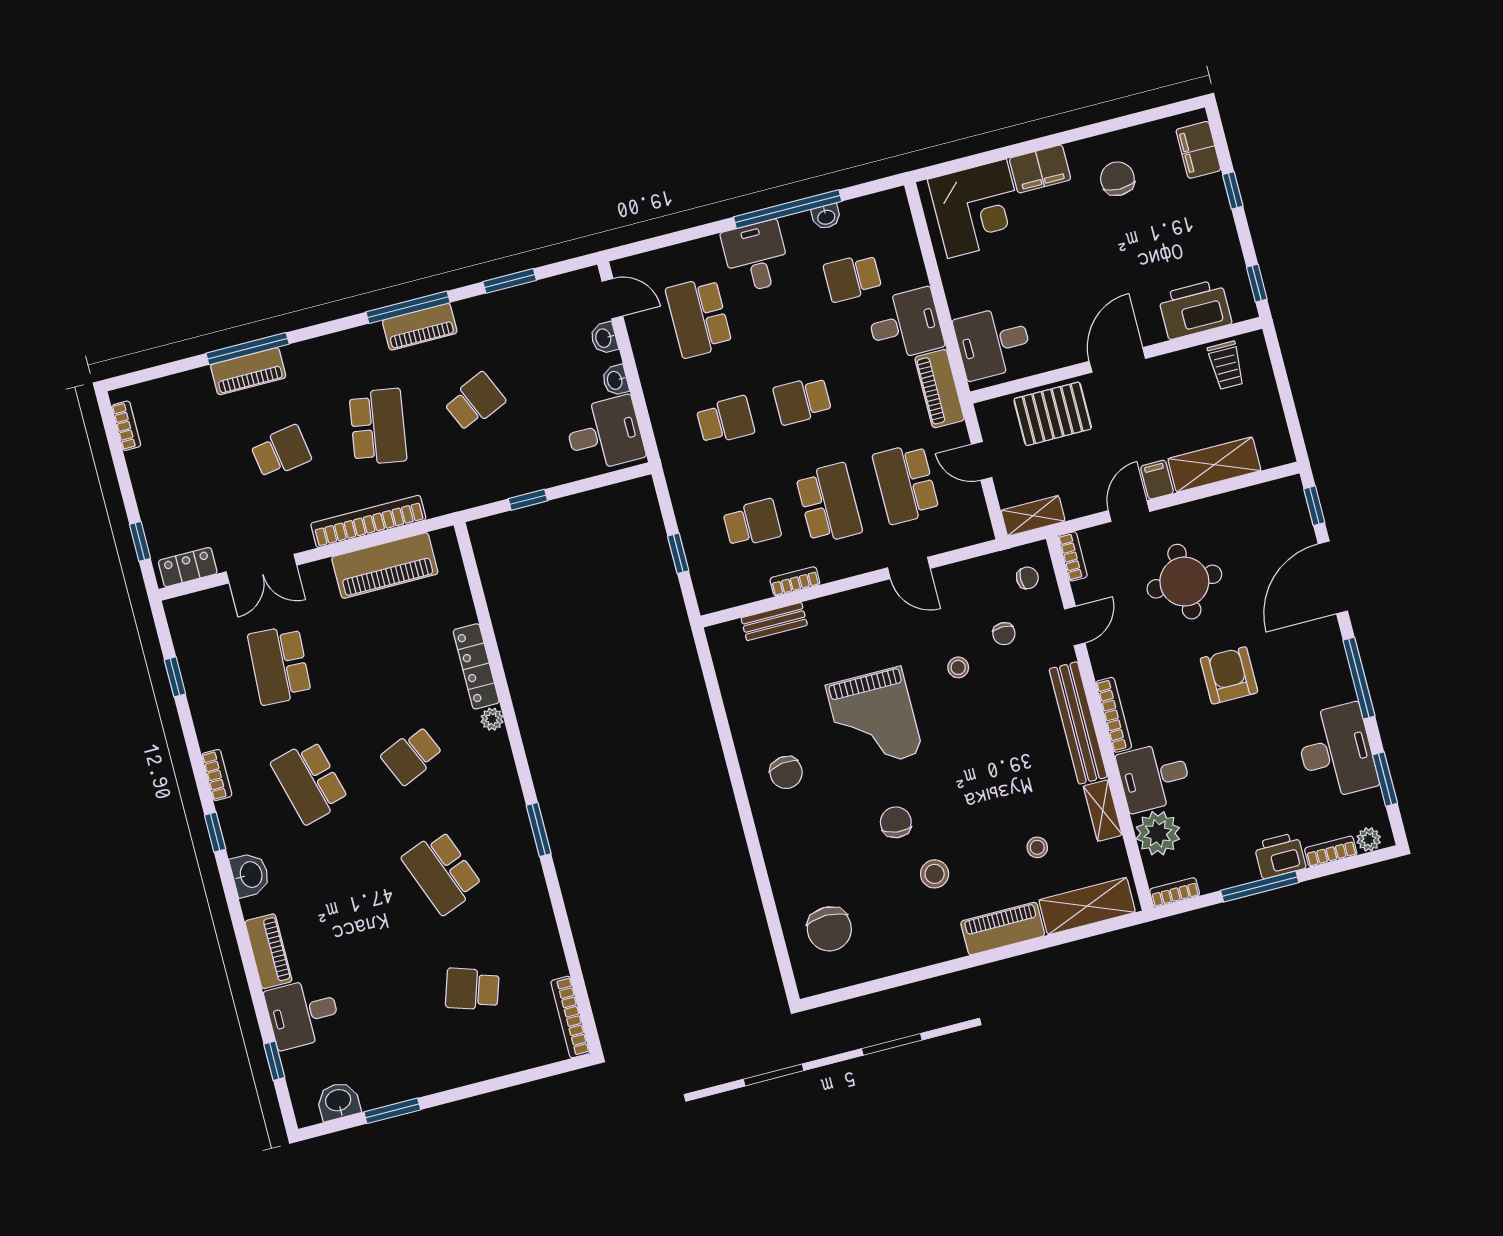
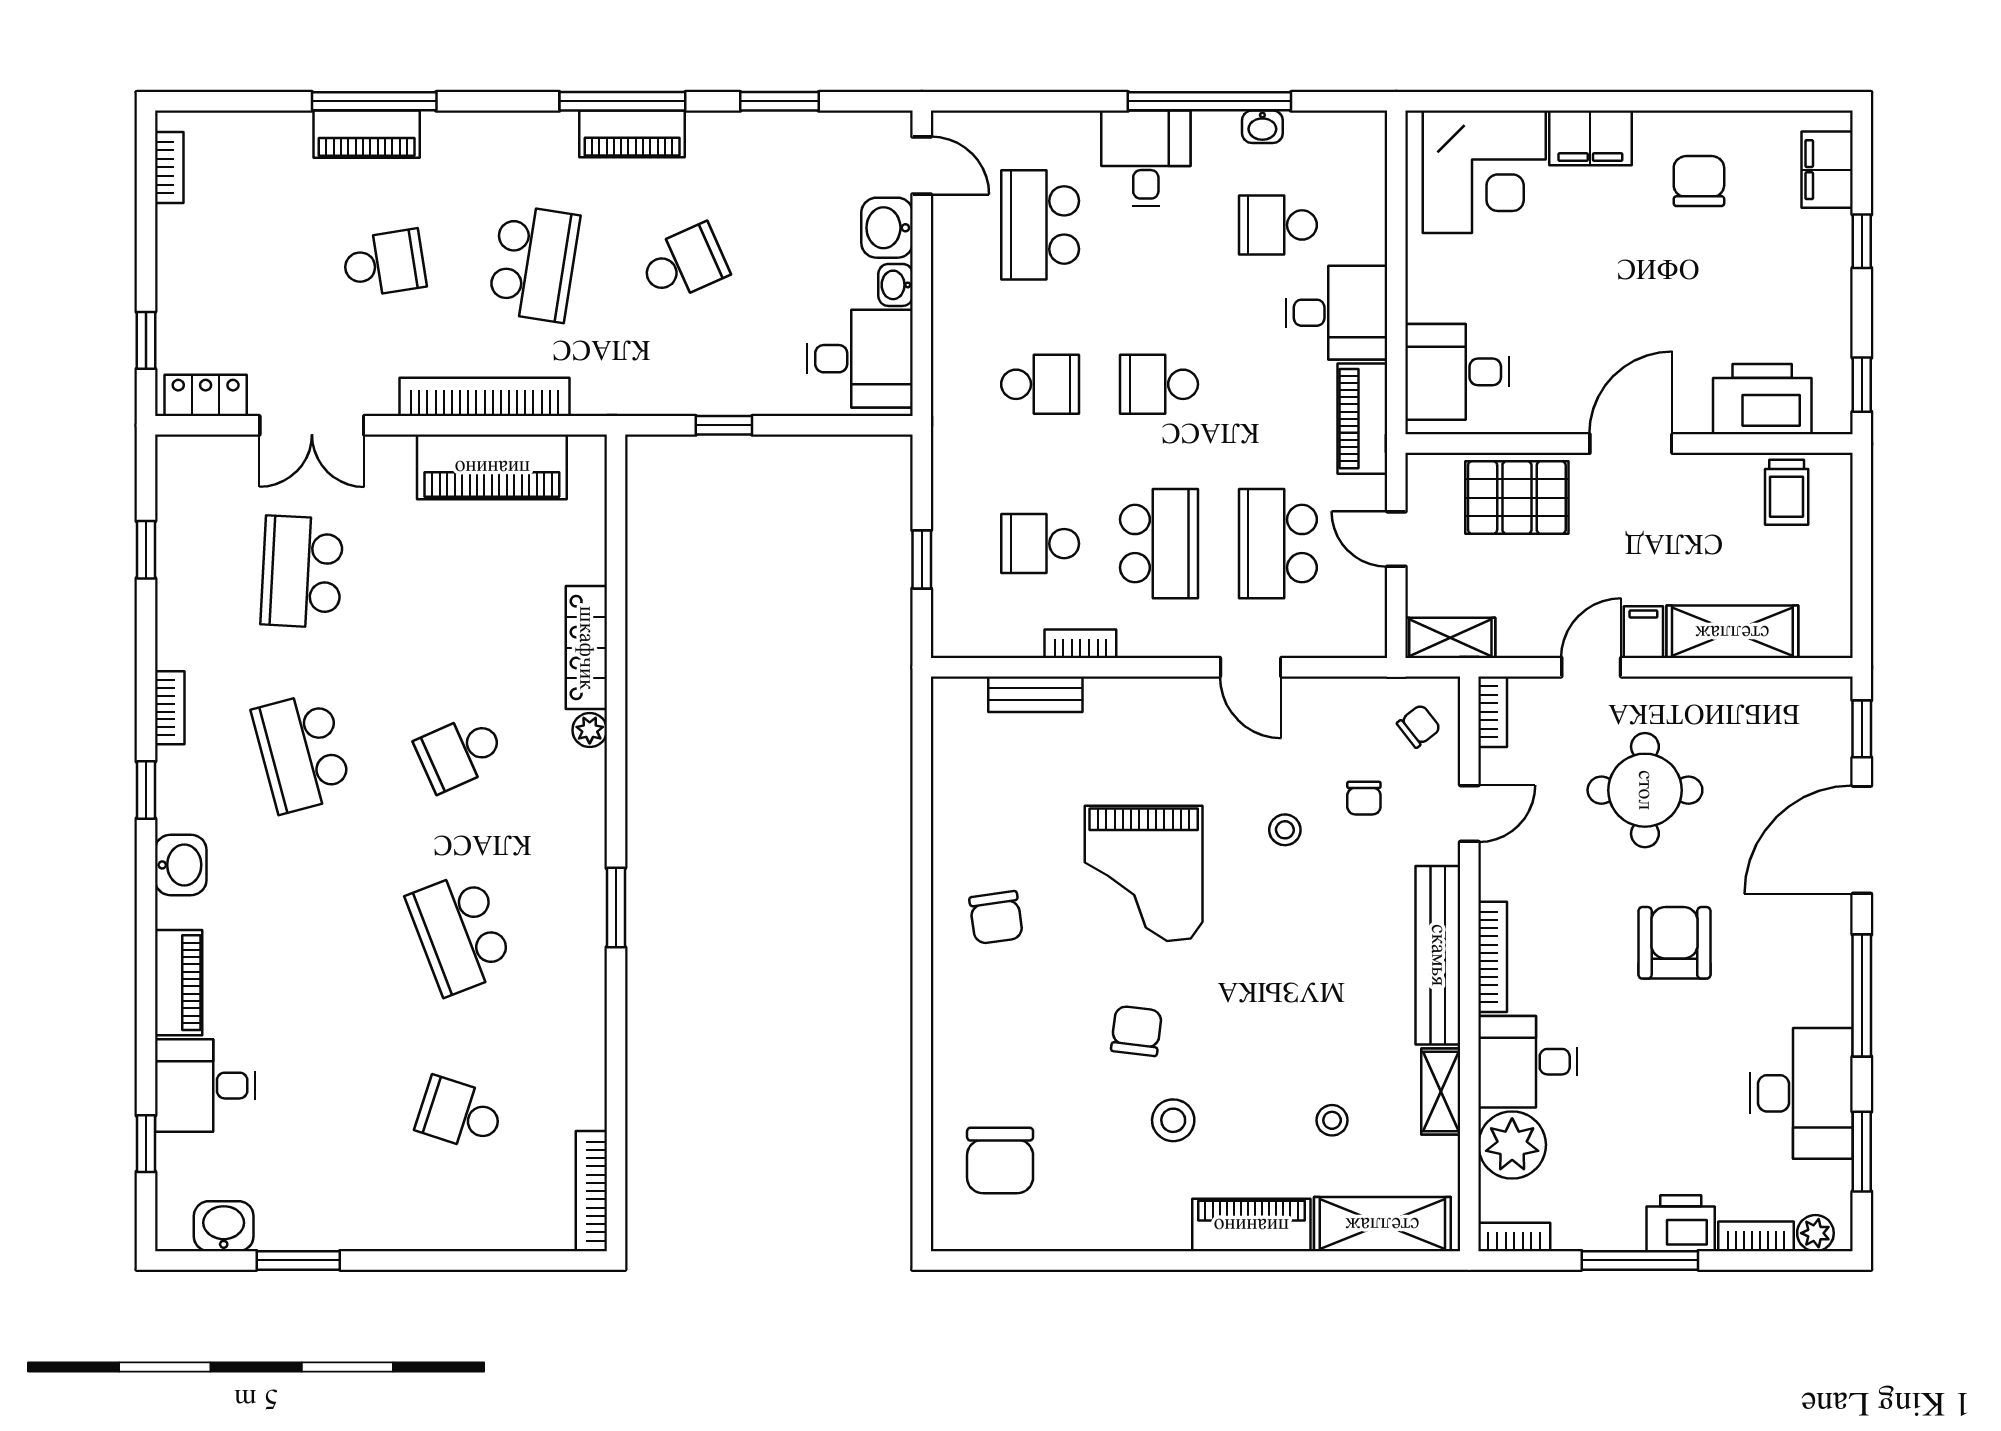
washbasin: (604, 338) -> (887, 228), width x1.38, depth x1.45
school desk: (752, 523) -> (1040, 544), turned 180
chair: (1027, 578) -> (1419, 726), turned -38

